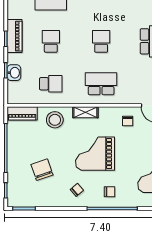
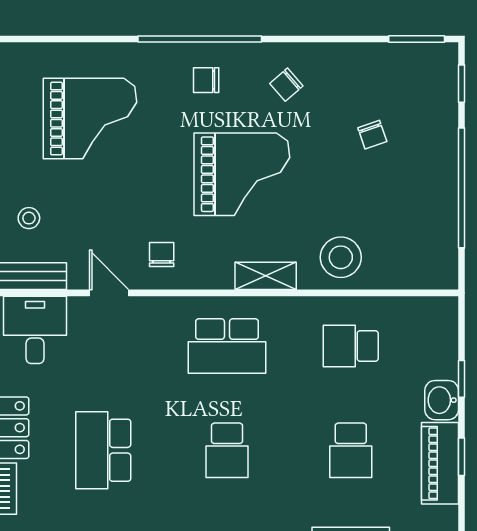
washbasin: (14, 73) -> (442, 400), moved
piano: (22, 113) -> (421, 273), removed
chair: (42, 170) -> (372, 135), width x0.54, depth x0.54

